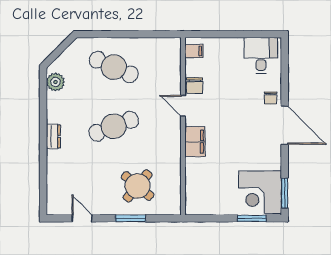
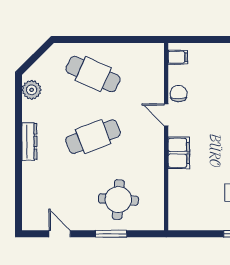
chair: (195, 86) -> (179, 94), turned 180
dresser: (53, 136) -> (29, 141), width x1.44
round table: (138, 186) -> (118, 200), turned -36

